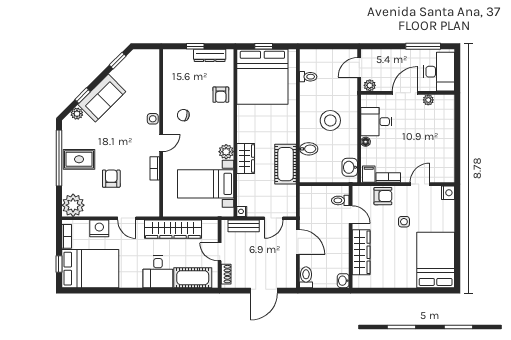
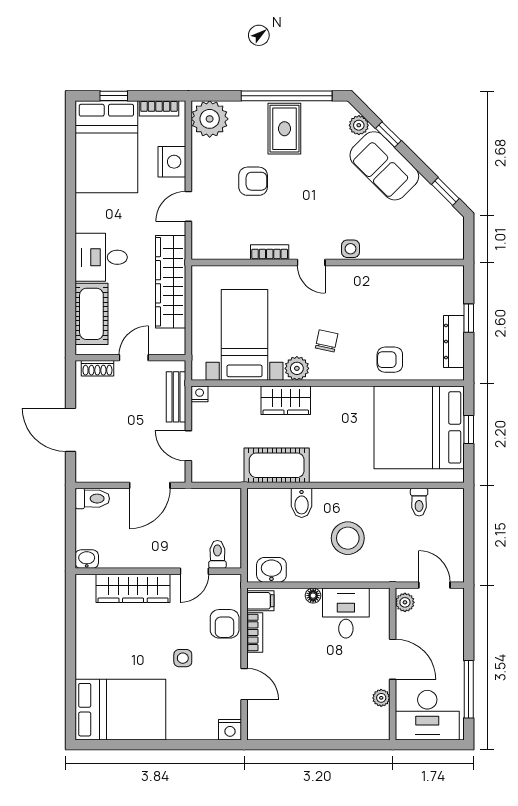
chair: (183, 115) -> (327, 341), moved

